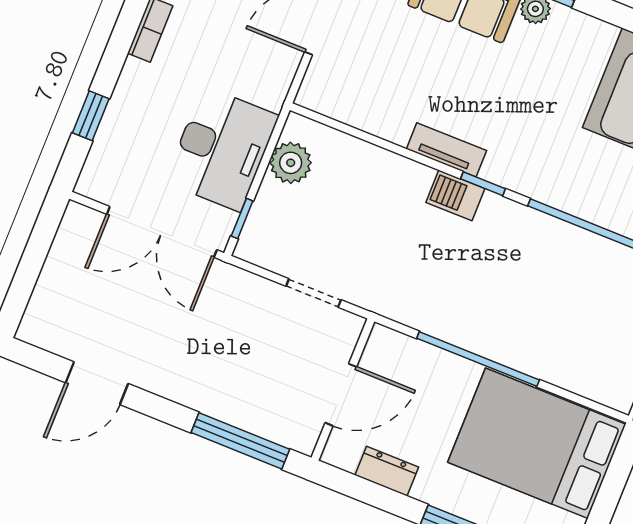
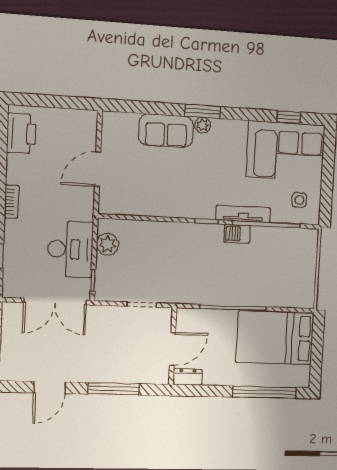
tv unit: (446, 150) -> (243, 214), moved, width x1.41
barbecue: (455, 195) -> (237, 234), moved
window: (240, 441) -> (114, 389), moved
dresser: (387, 471) -> (188, 377), moved

